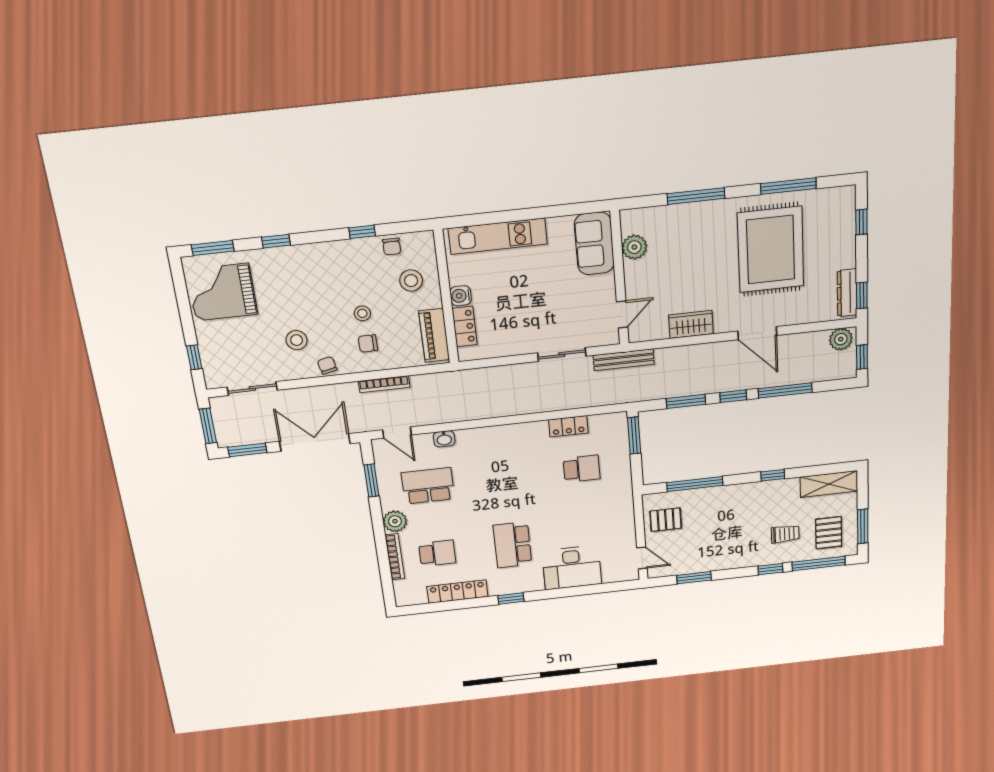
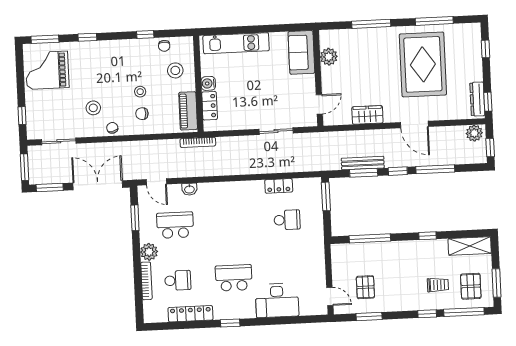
bench: (624, 360) -> (363, 163), moved
bookcase: (384, 384) -> (198, 142), moved
pallet: (666, 520) -> (365, 287), moved, turned 90
school desk: (512, 545) -> (234, 278), turned 90

